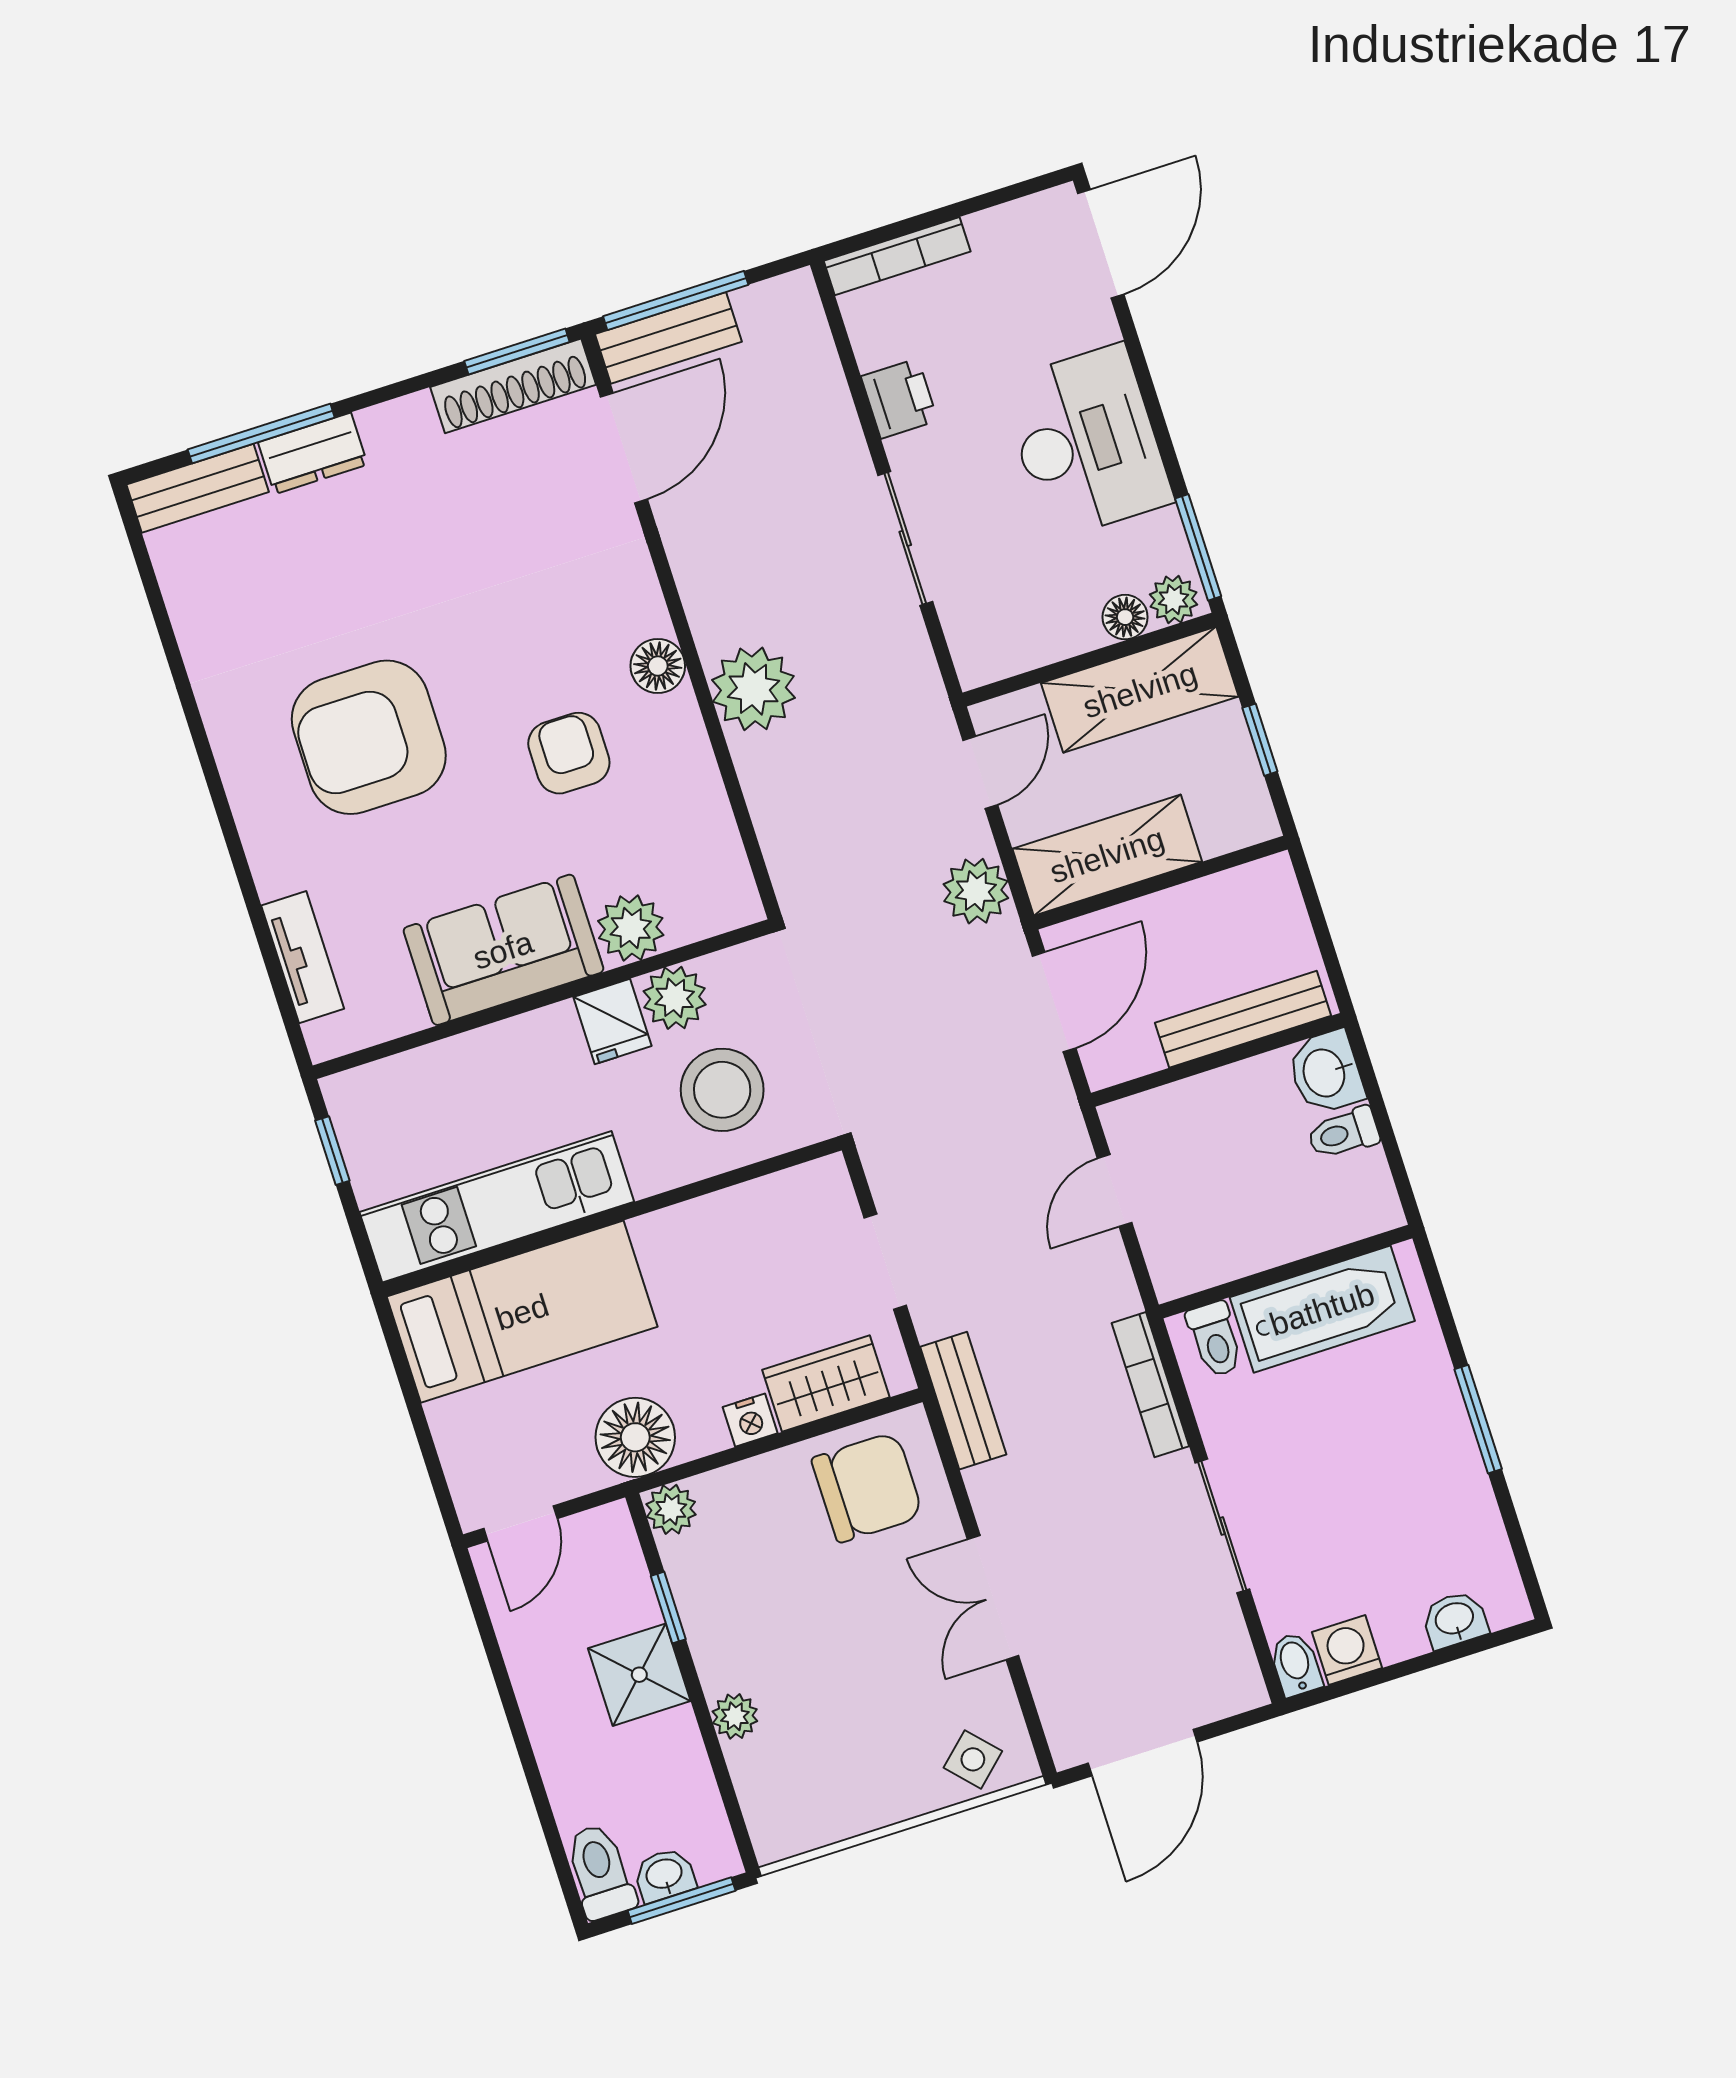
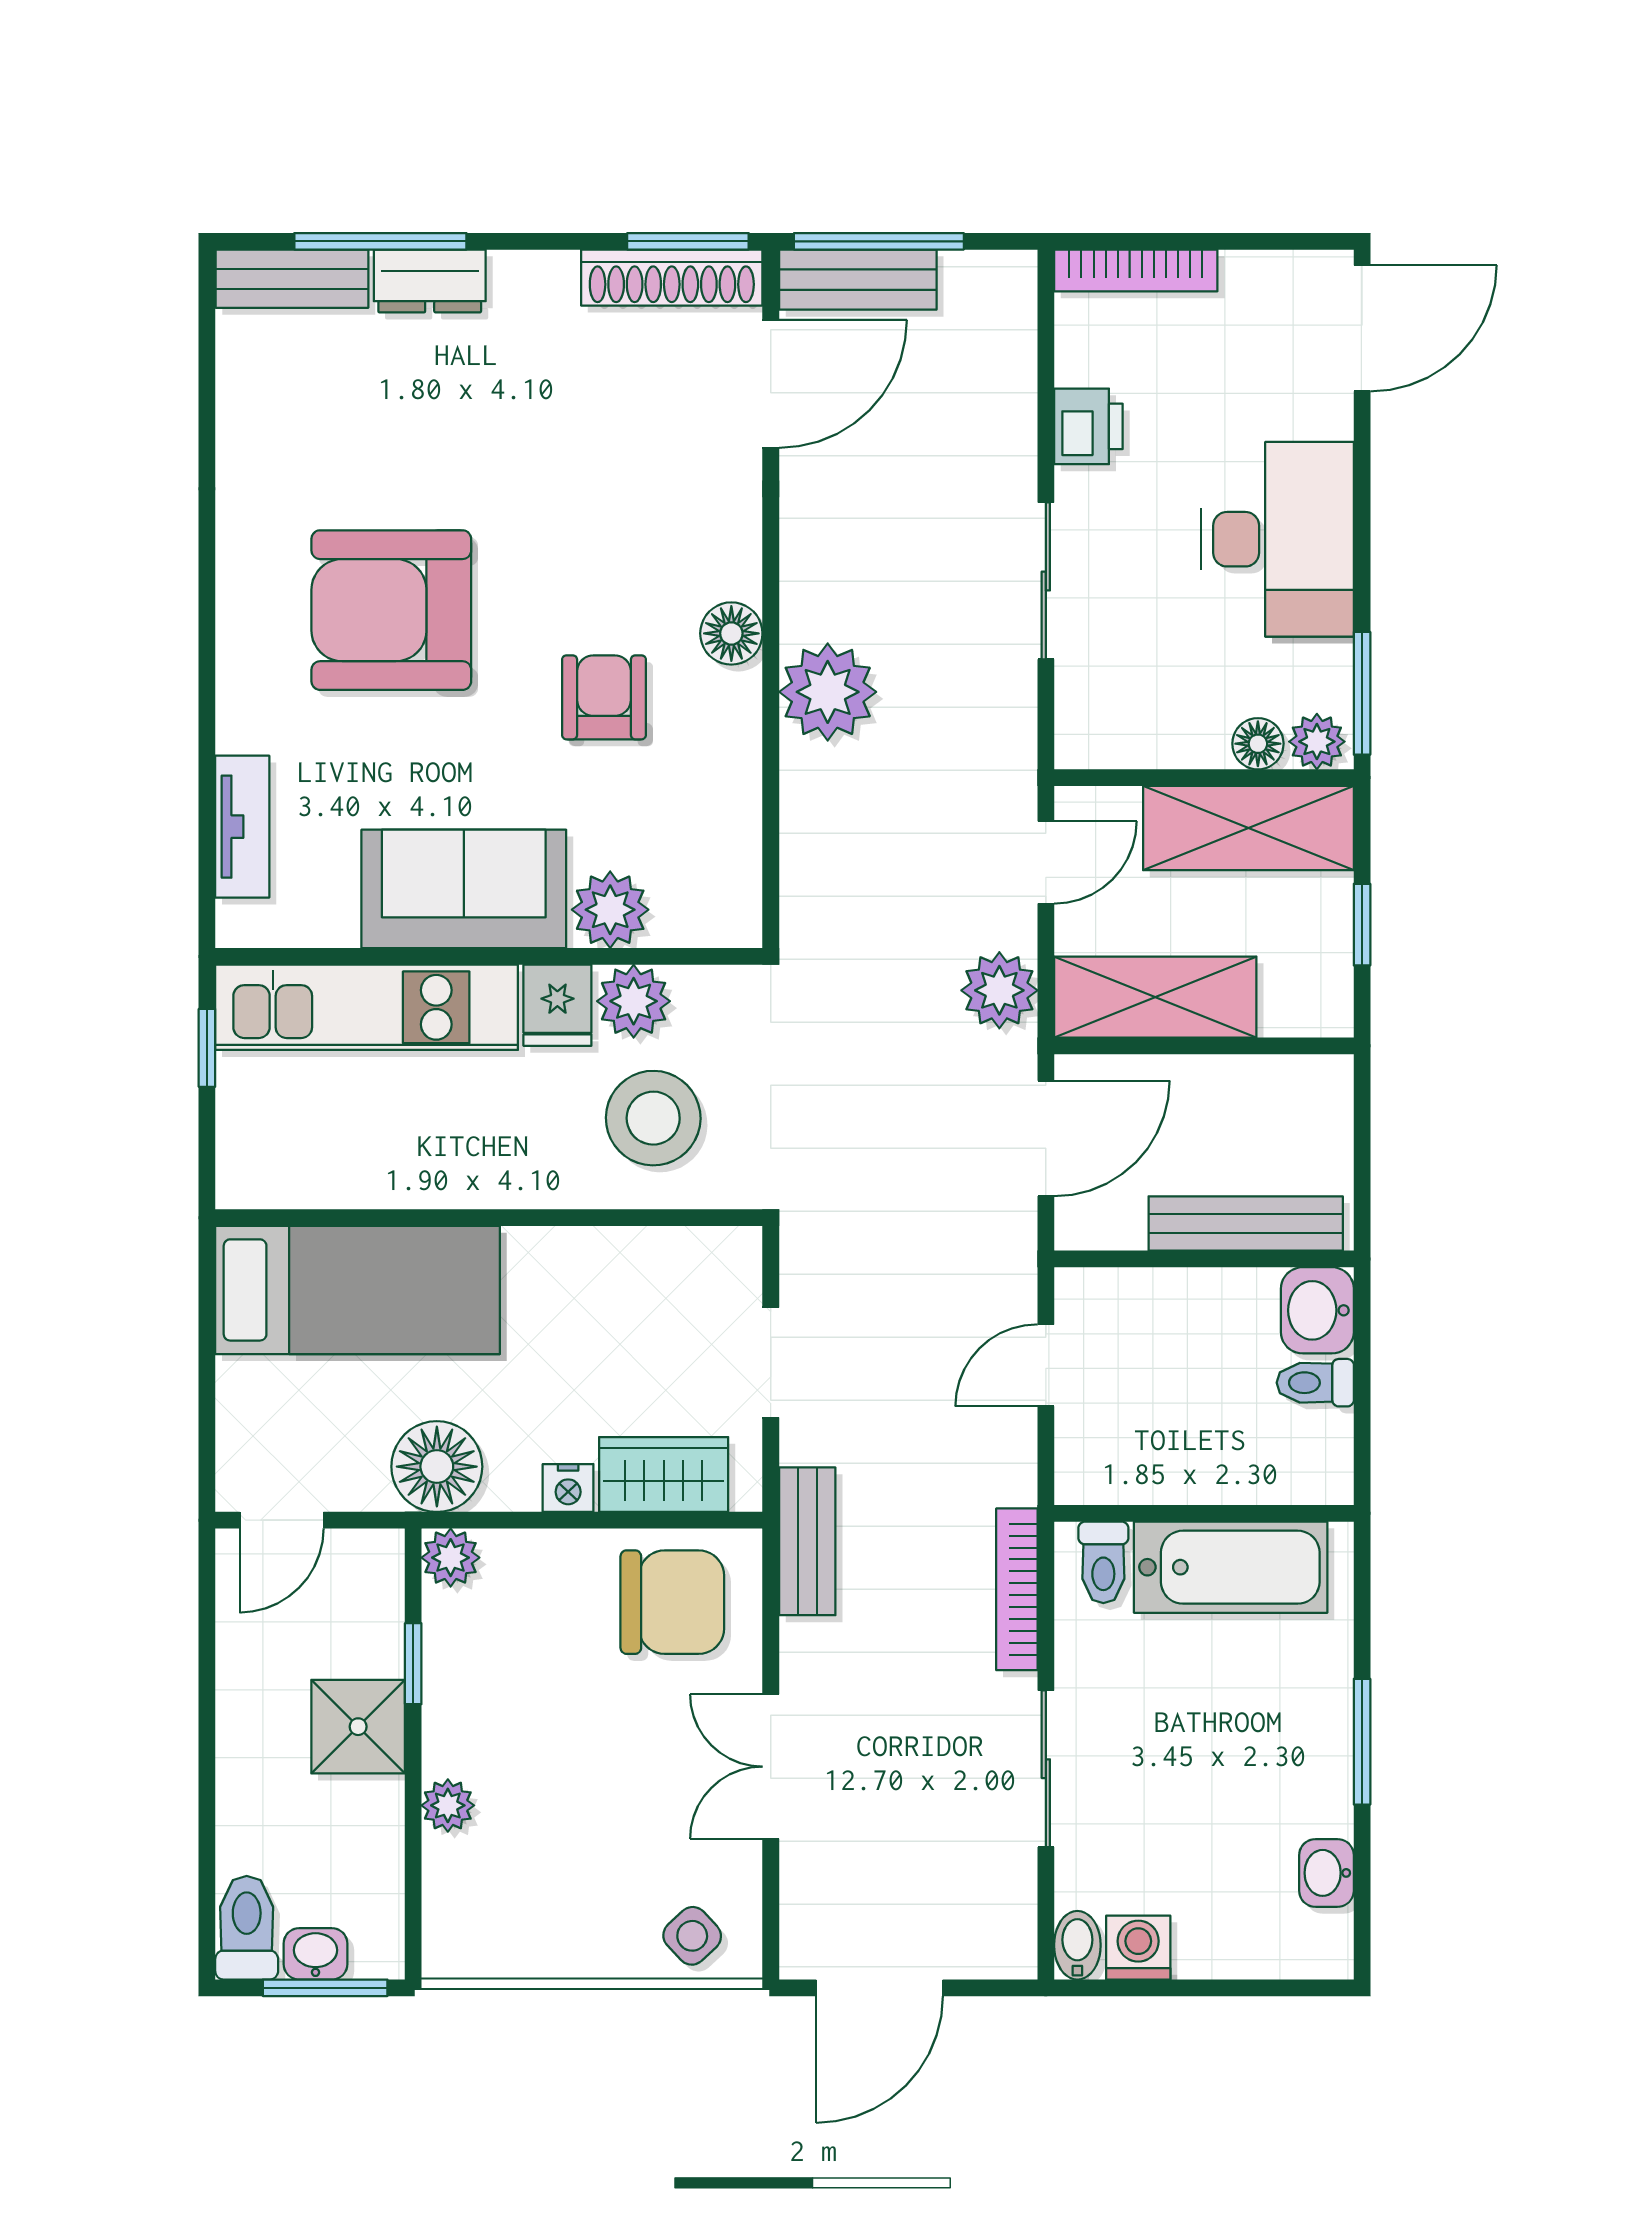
kitchen unit: (497, 1207) -> (367, 1007), moved, turned 180
washbasin: (1455, 1620) -> (1326, 1873), moved, turned -90

